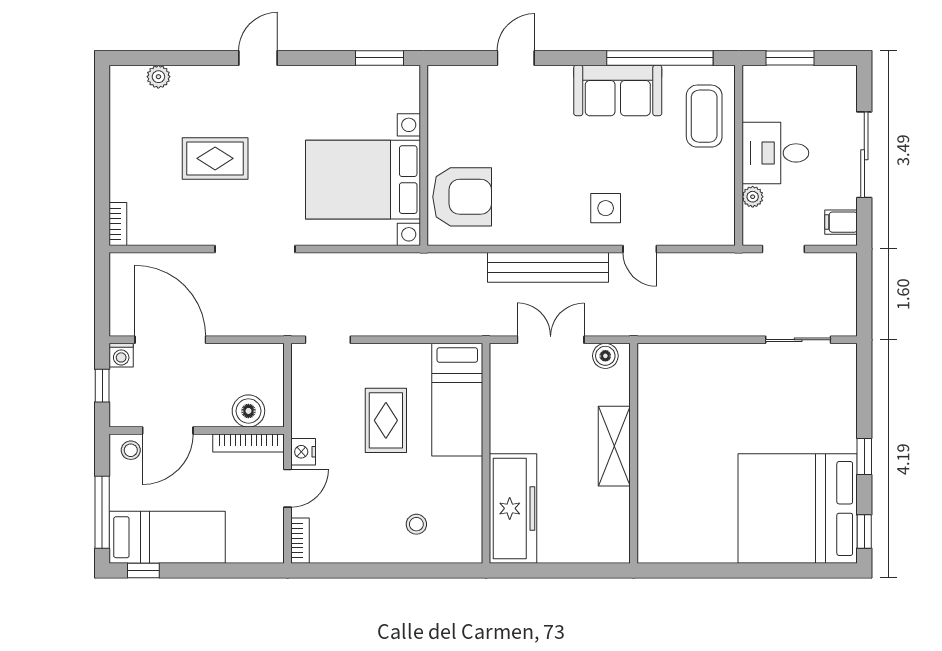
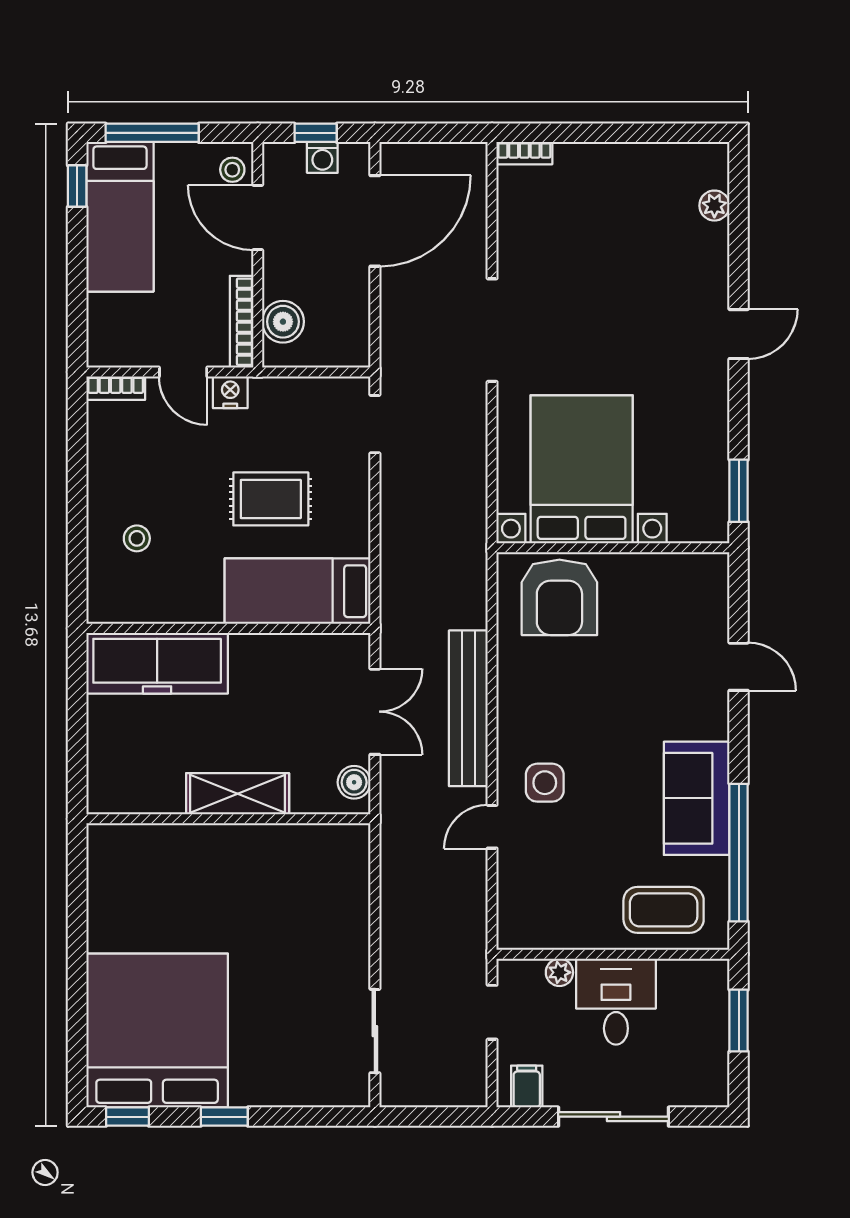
door: (258, 58) -> (739, 334), hinge flipped
rug: (215, 158) -> (609, 279), removed
washing machine: (121, 355) -> (322, 157), moved, turned -90

